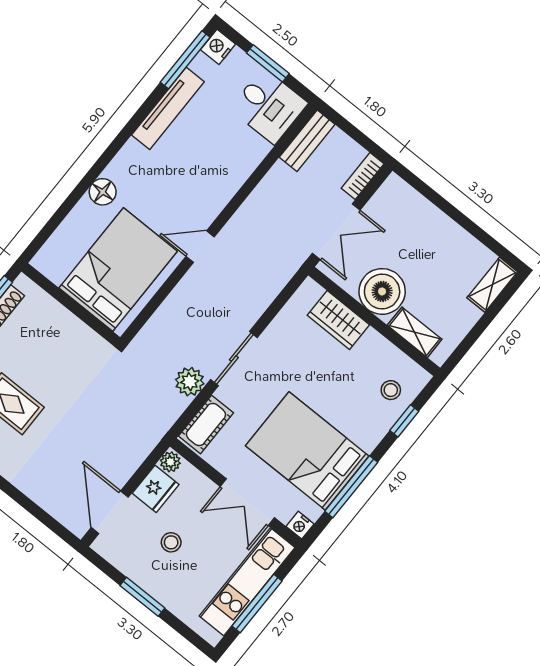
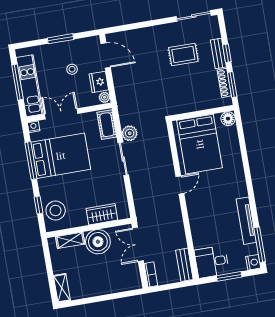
floor lamp: (103, 192) -> (228, 119), moved
stool: (391, 390) -> (56, 210), width x1.89, depth x1.89

